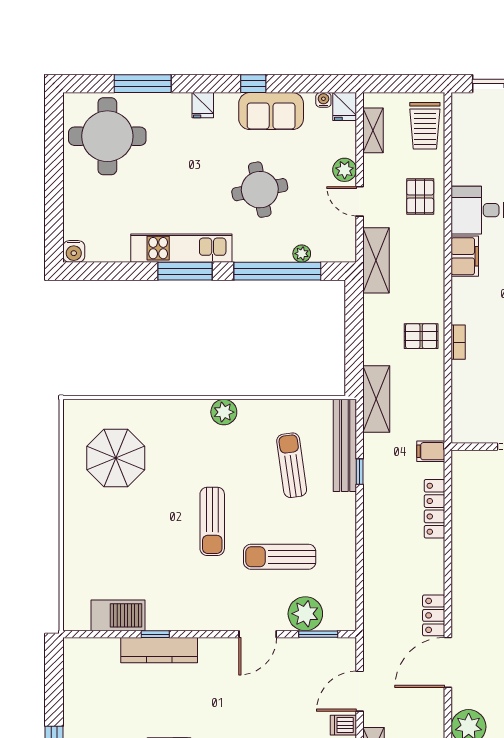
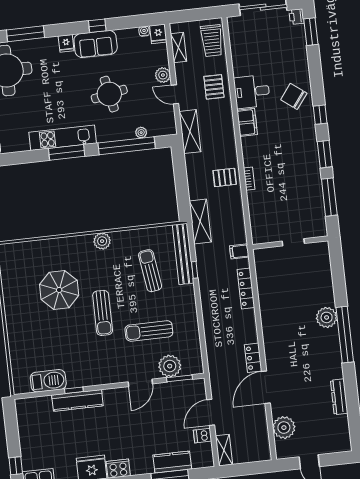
sofa: (271, 111) -> (96, 44), moved
parasol: (116, 458) -> (59, 290), moved

